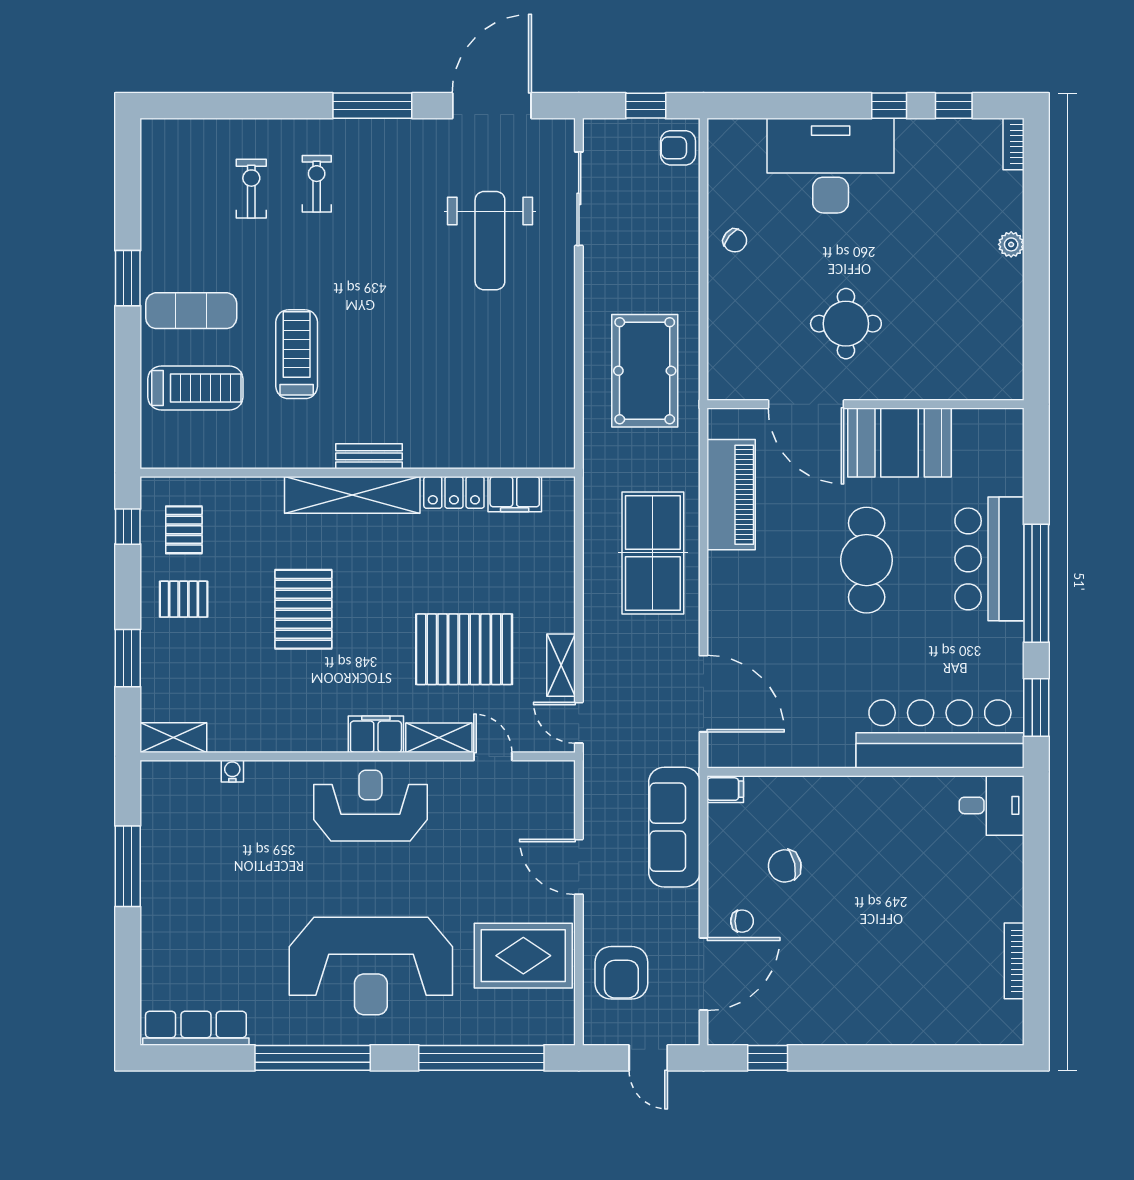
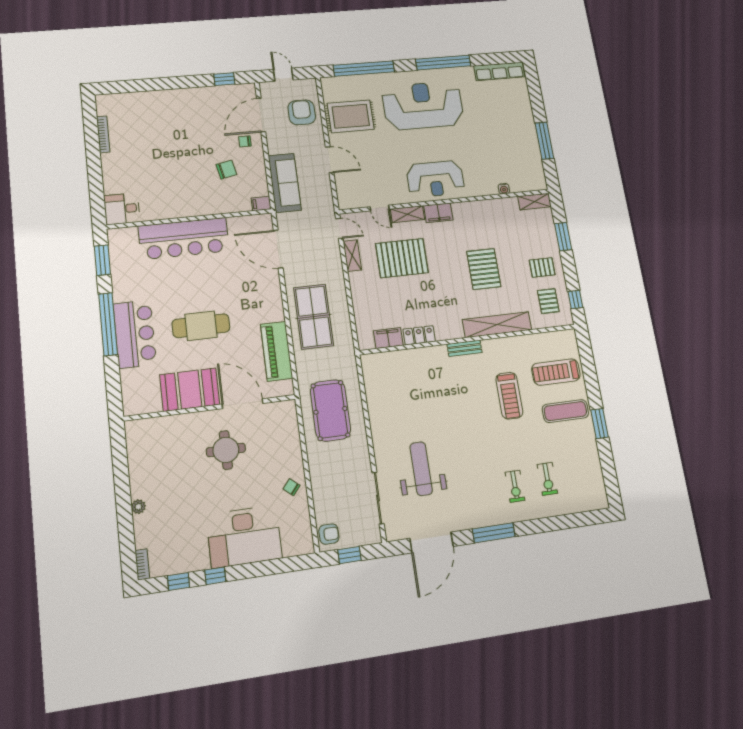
shelving: (352, 495) -> (497, 325), moved
cafe table: (867, 560) -> (201, 326), turned 90
bar counter: (940, 734) -> (184, 239), moved

